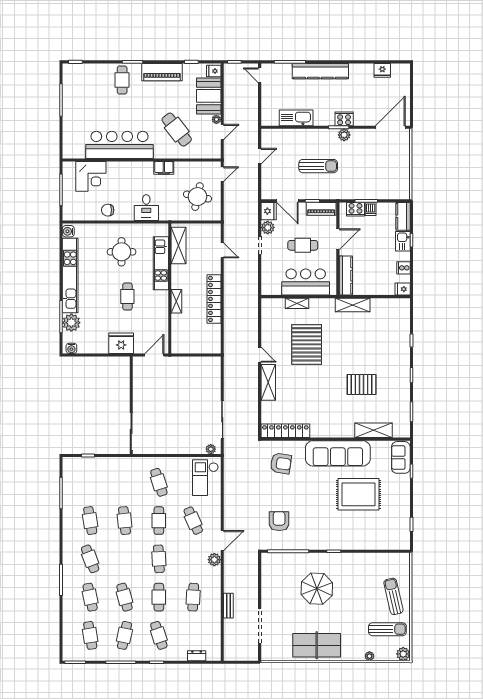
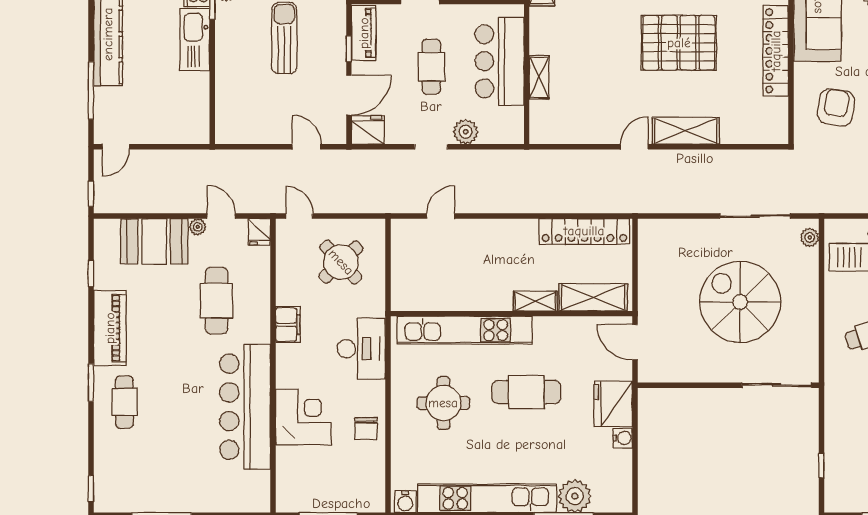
fridge: (214, 71) -> (259, 232), moved
cafe table: (122, 80) -> (124, 402), turned 90
kitchen sink: (296, 118) -> (195, 40), moved
cafe table: (177, 130) -> (217, 301), turned -52
door: (260, 156) -> (307, 147), moved
corner desk: (91, 176) -> (303, 417), moved
round table: (197, 197) -> (341, 262), turned 35
desk: (146, 208) -> (361, 349), width x1.37
plant: (268, 228) -> (466, 132), moved
shelving: (178, 245) -> (593, 297), moved
kitchen unit: (161, 263) -> (465, 330), width x1.36
cafe table: (127, 296) -> (526, 392), width x1.37, depth x1.35
locker: (214, 299) -> (584, 231), moved
pallet: (307, 344) -> (679, 43), moved
water cooler: (71, 348) -> (623, 438), moved
spiral stairs: (176, 412) -> (740, 302), added
locker: (285, 431) -> (776, 51), moved

